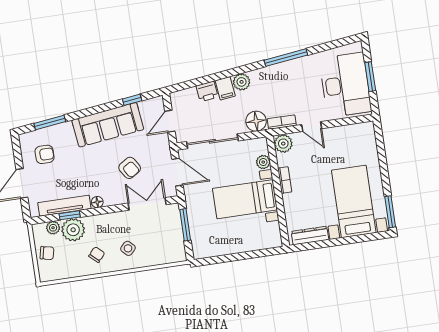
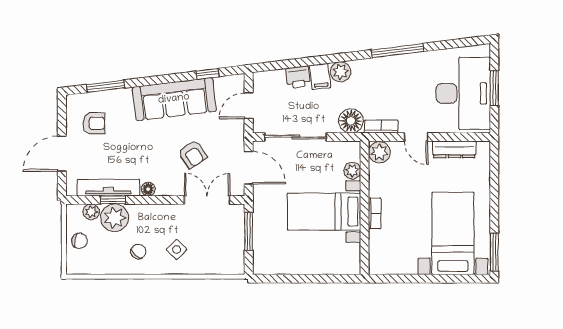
bookcase: (285, 180) -> (375, 213), moved
dresser: (310, 236) -> (454, 149), moved, turned 180

